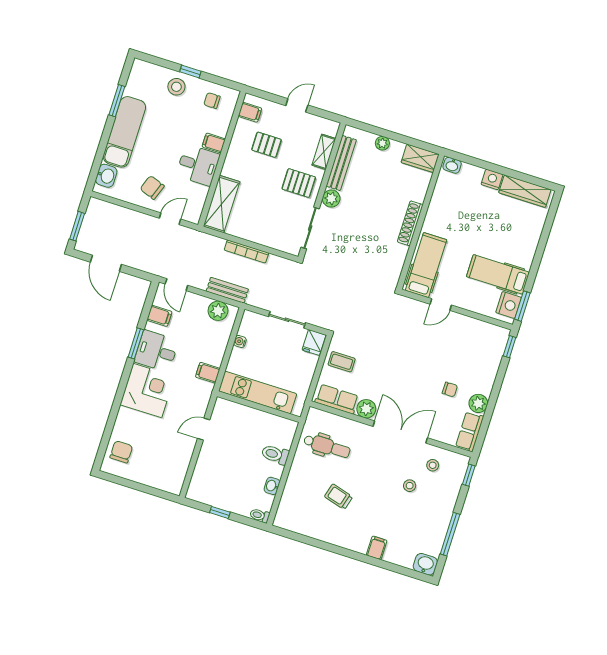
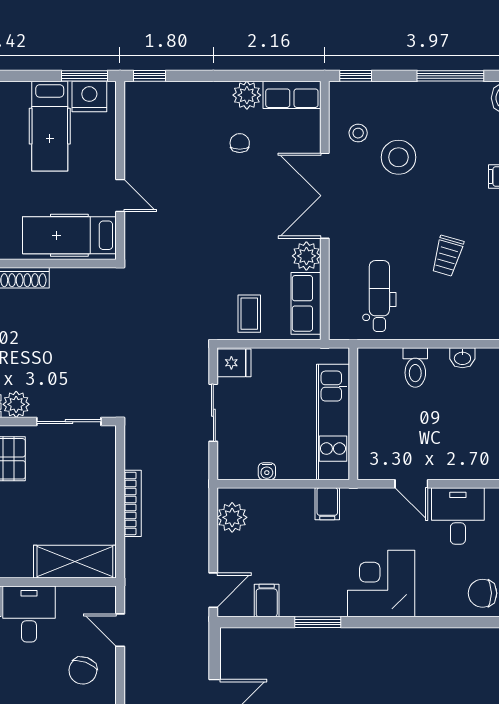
bench: (227, 290) -> (198, 513), removed
desk: (156, 351) -> (458, 516), moved, turned 180
stool: (410, 486) -> (399, 157), width x1.89, depth x1.89

